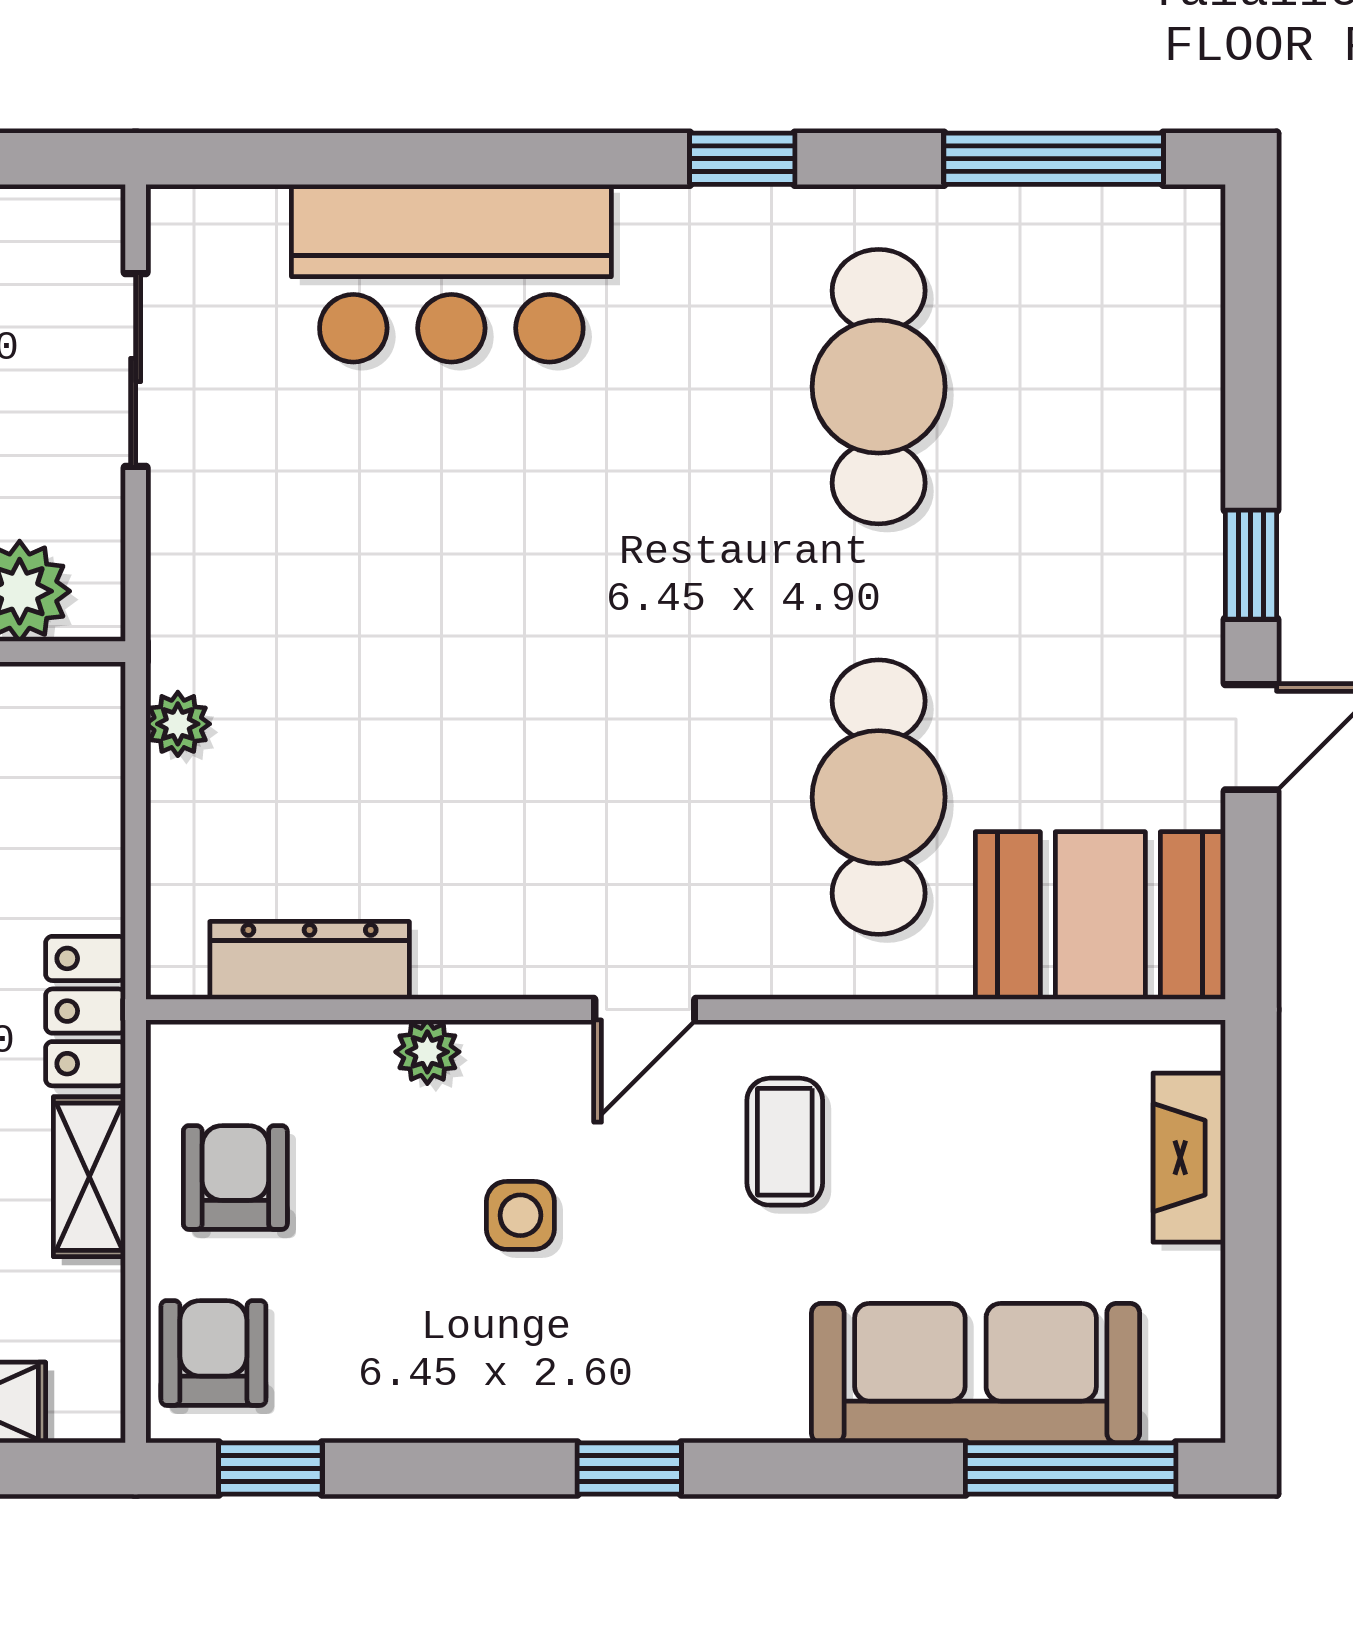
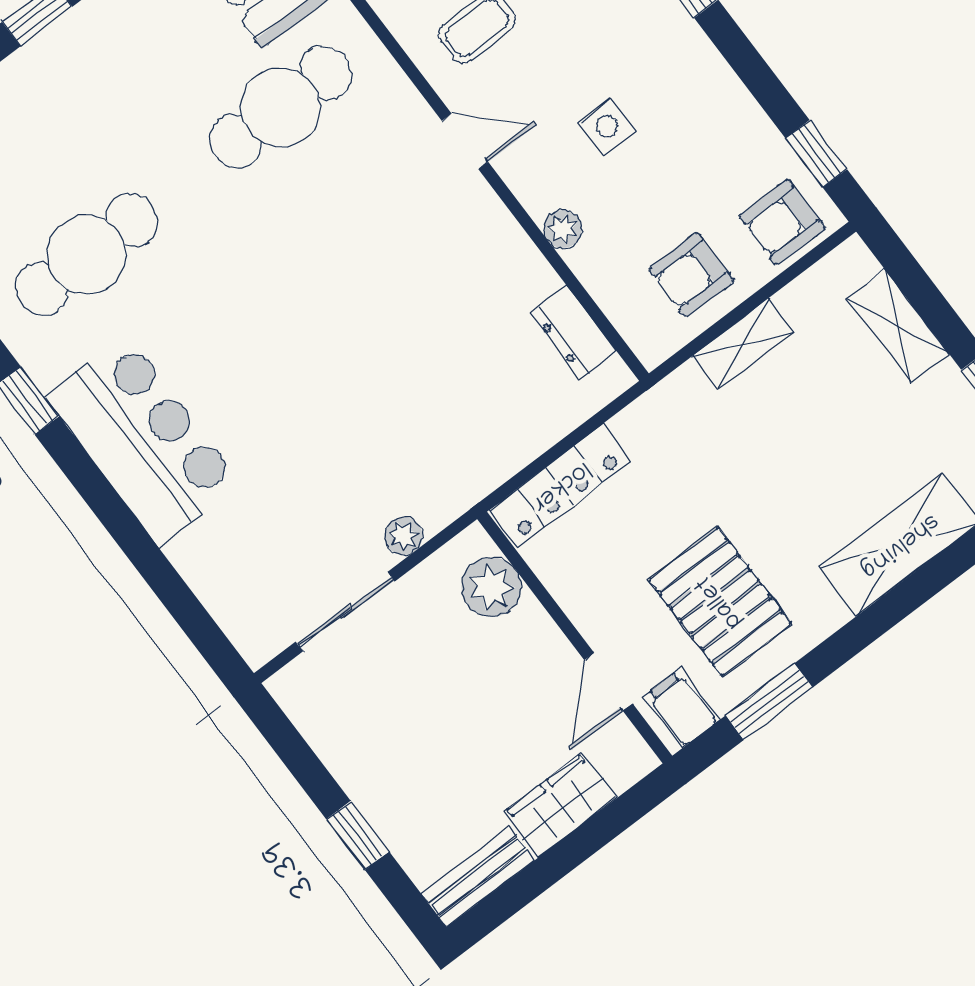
bar counter: (451, 273) -> (143, 441), moved
plant: (178, 724) -> (403, 536), moved
dresser: (310, 960) -> (573, 332), width x0.70
locker: (86, 1011) -> (560, 486), moved, width x1.53

